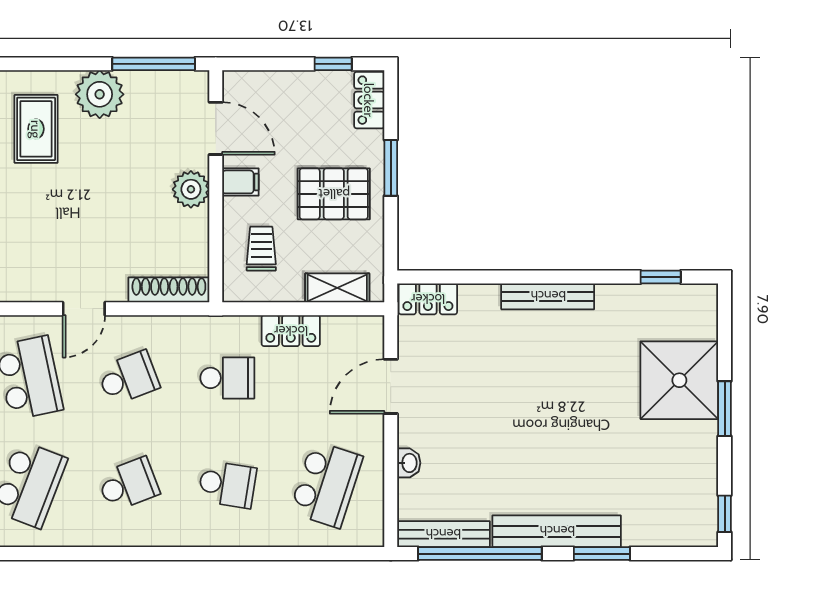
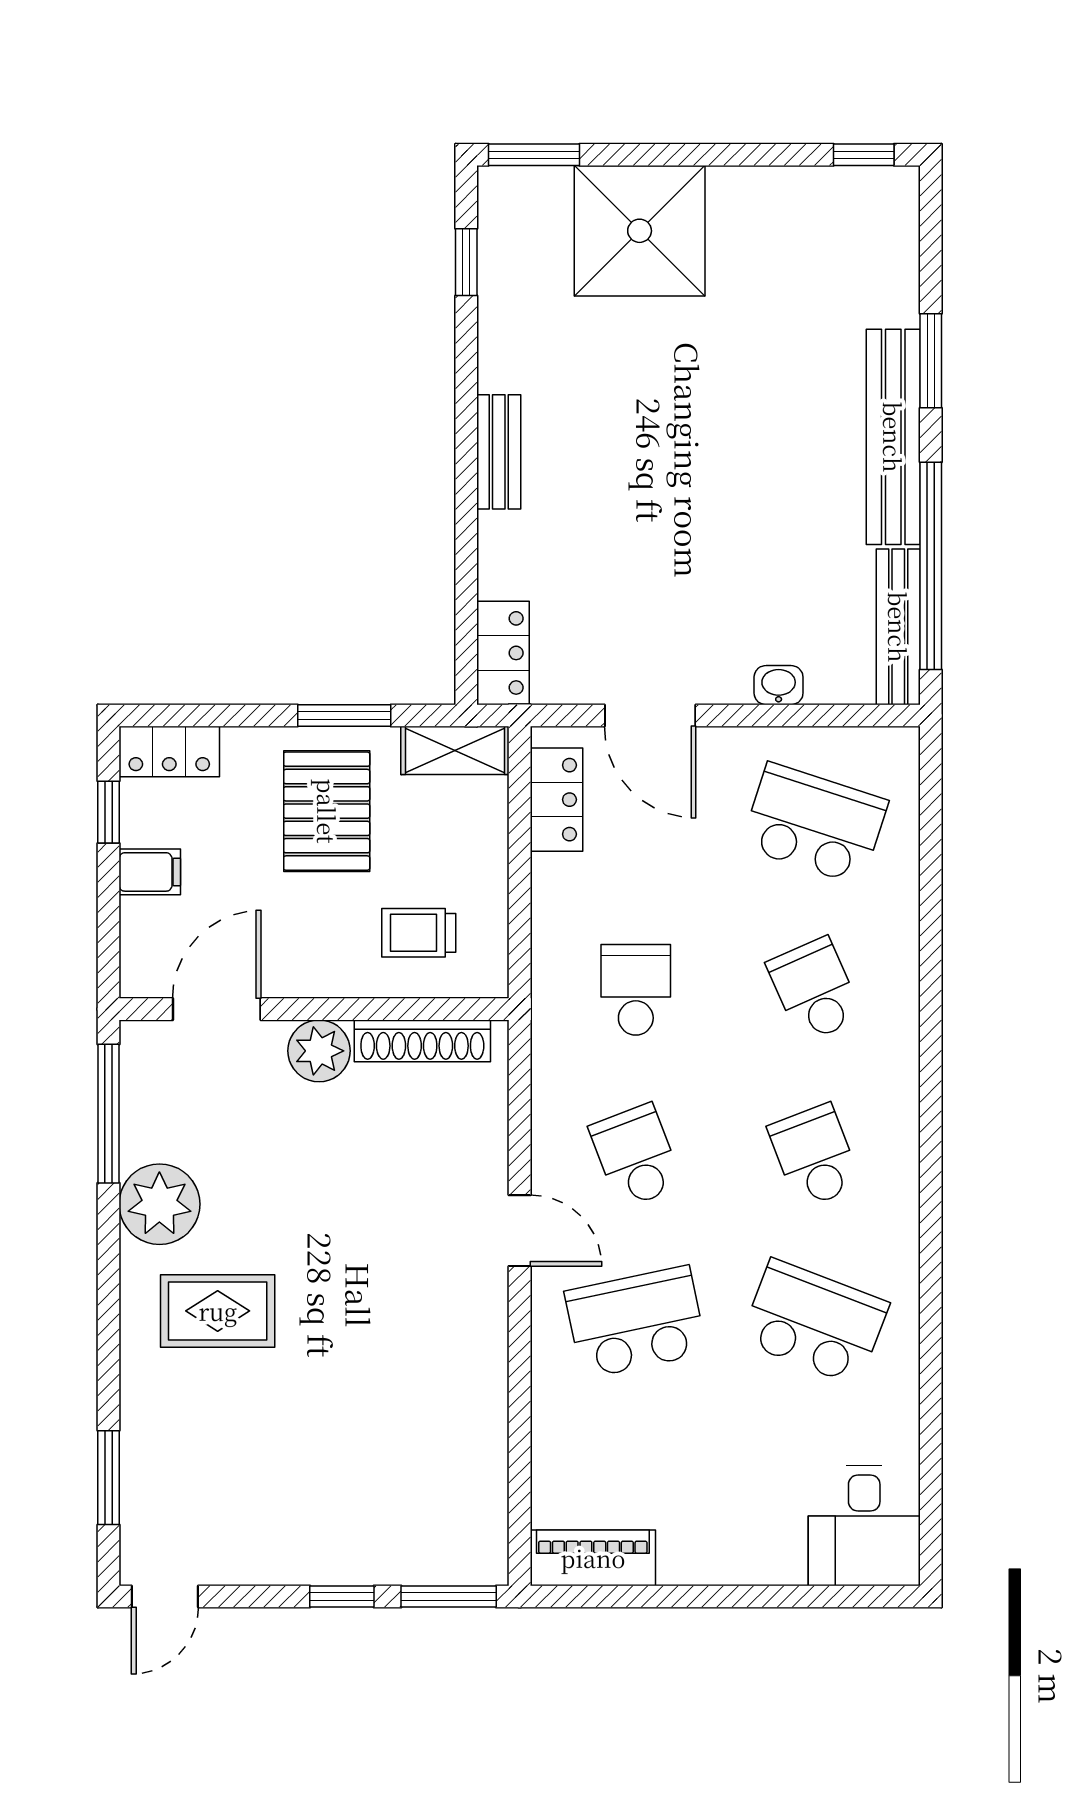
window: (391, 168) -> (344, 715), moved
filing cabinet: (240, 182) -> (150, 872), moved, turned 90
shelving: (337, 288) -> (455, 750), moved, turned 90
shoe rack: (169, 290) -> (422, 1041), moved, turned -90
bench: (548, 296) -> (499, 452), width x0.73
locker: (291, 331) -> (556, 800), moved
window: (725, 409) -> (534, 155), moved
school desk: (227, 484) -> (815, 990), turned -33

